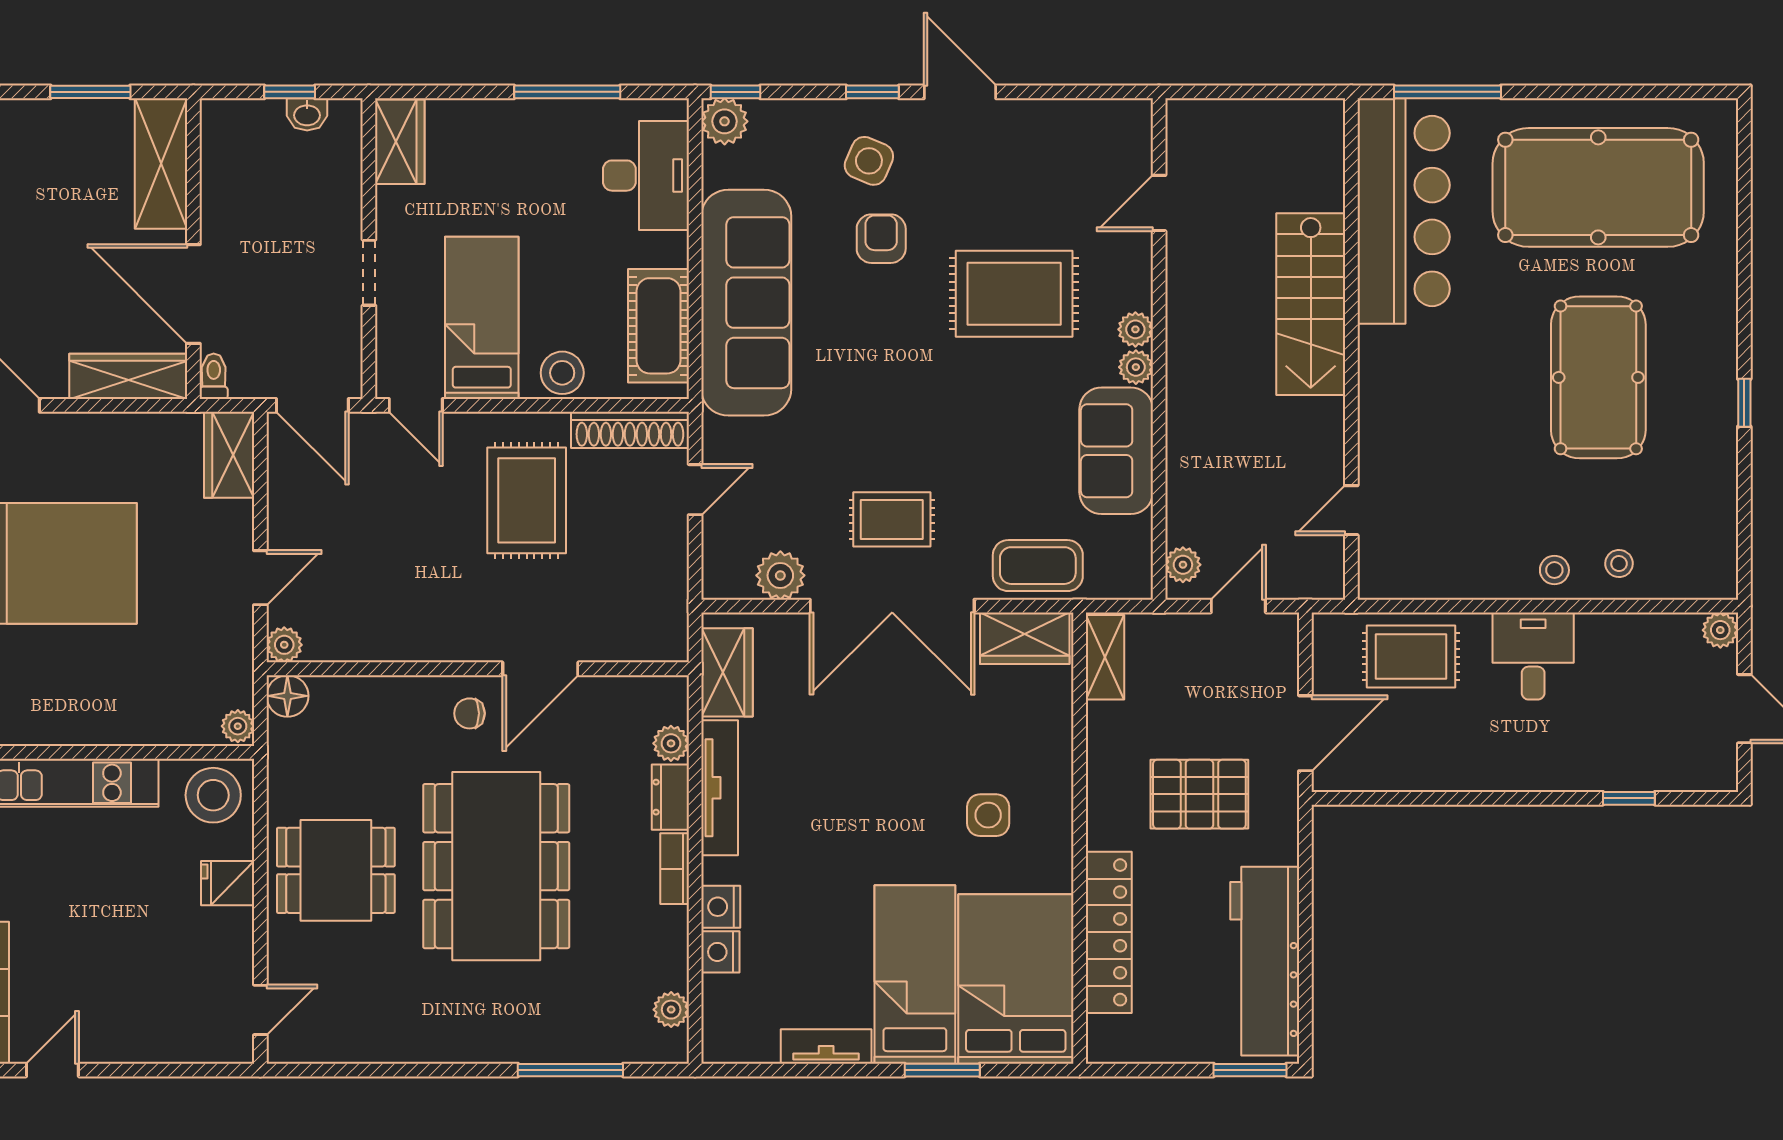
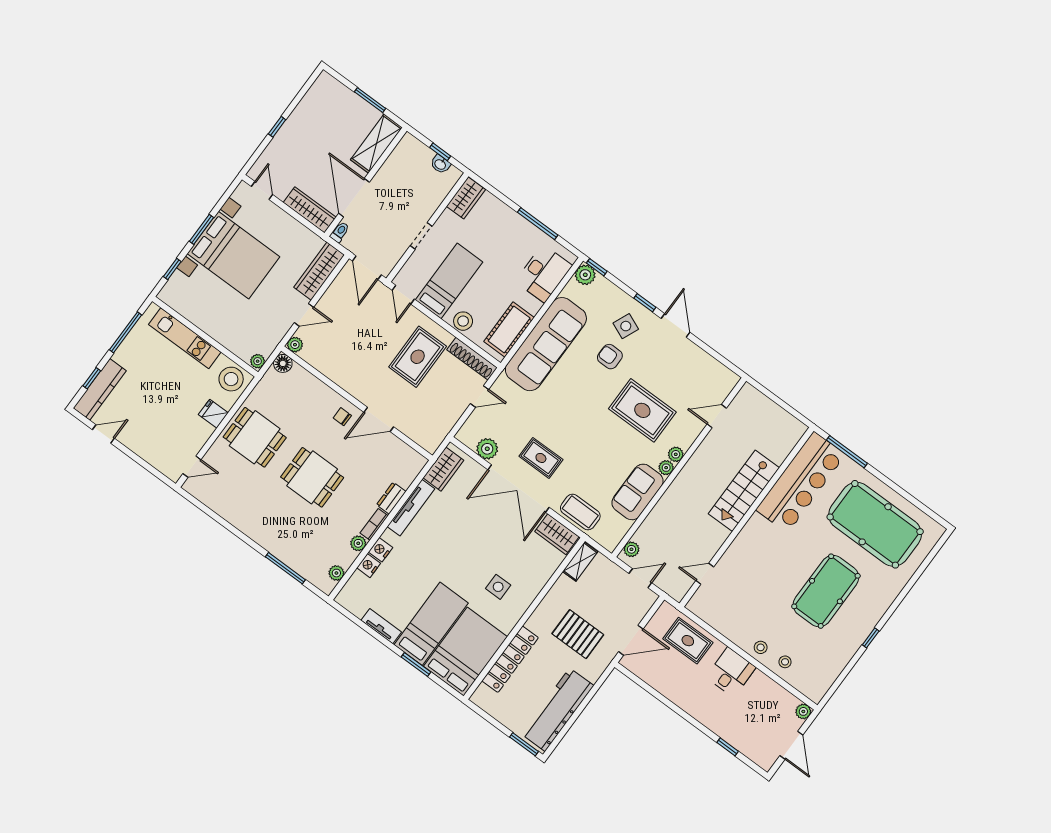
armchair: (881, 239) -> (610, 357), turned -90
wardrobe: (229, 455) -> (319, 271), width x1.50
plant: (671, 743) -> (358, 543), moved
dining table: (496, 866) -> (312, 477), width x0.53, depth x0.80

